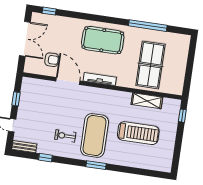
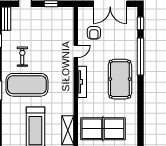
window: (148, 26) -> (140, 56), moved
door: (68, 81) -> (76, 51), width x0.53

